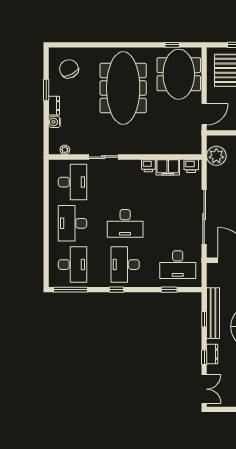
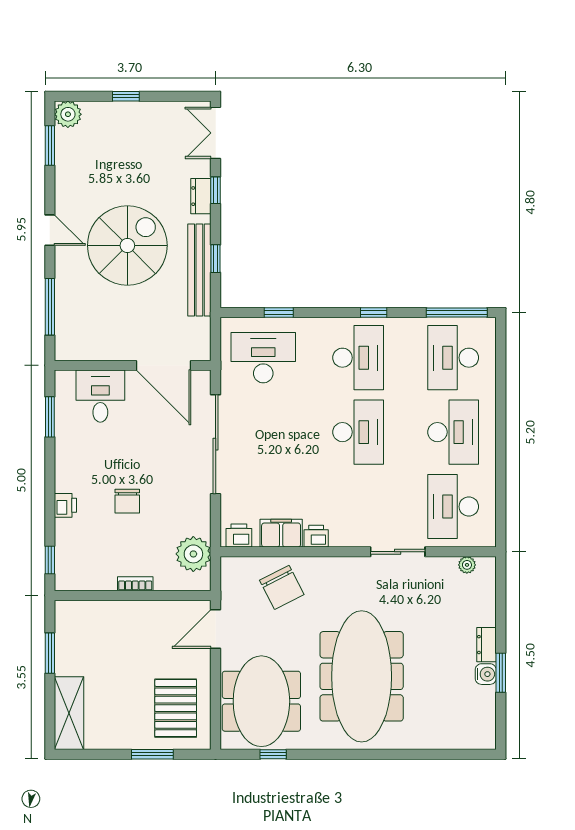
chair: (69, 69) -> (282, 587), moved
water cooler: (54, 122) -> (486, 674), moved
desk: (125, 223) -> (358, 432), turned 90

